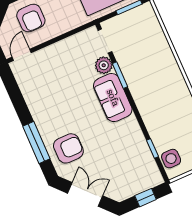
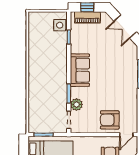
sofa: (113, 98) -> (80, 70), moved
armchair: (68, 148) -> (110, 120), moved
piano: (140, 185) -> (87, 17), added

